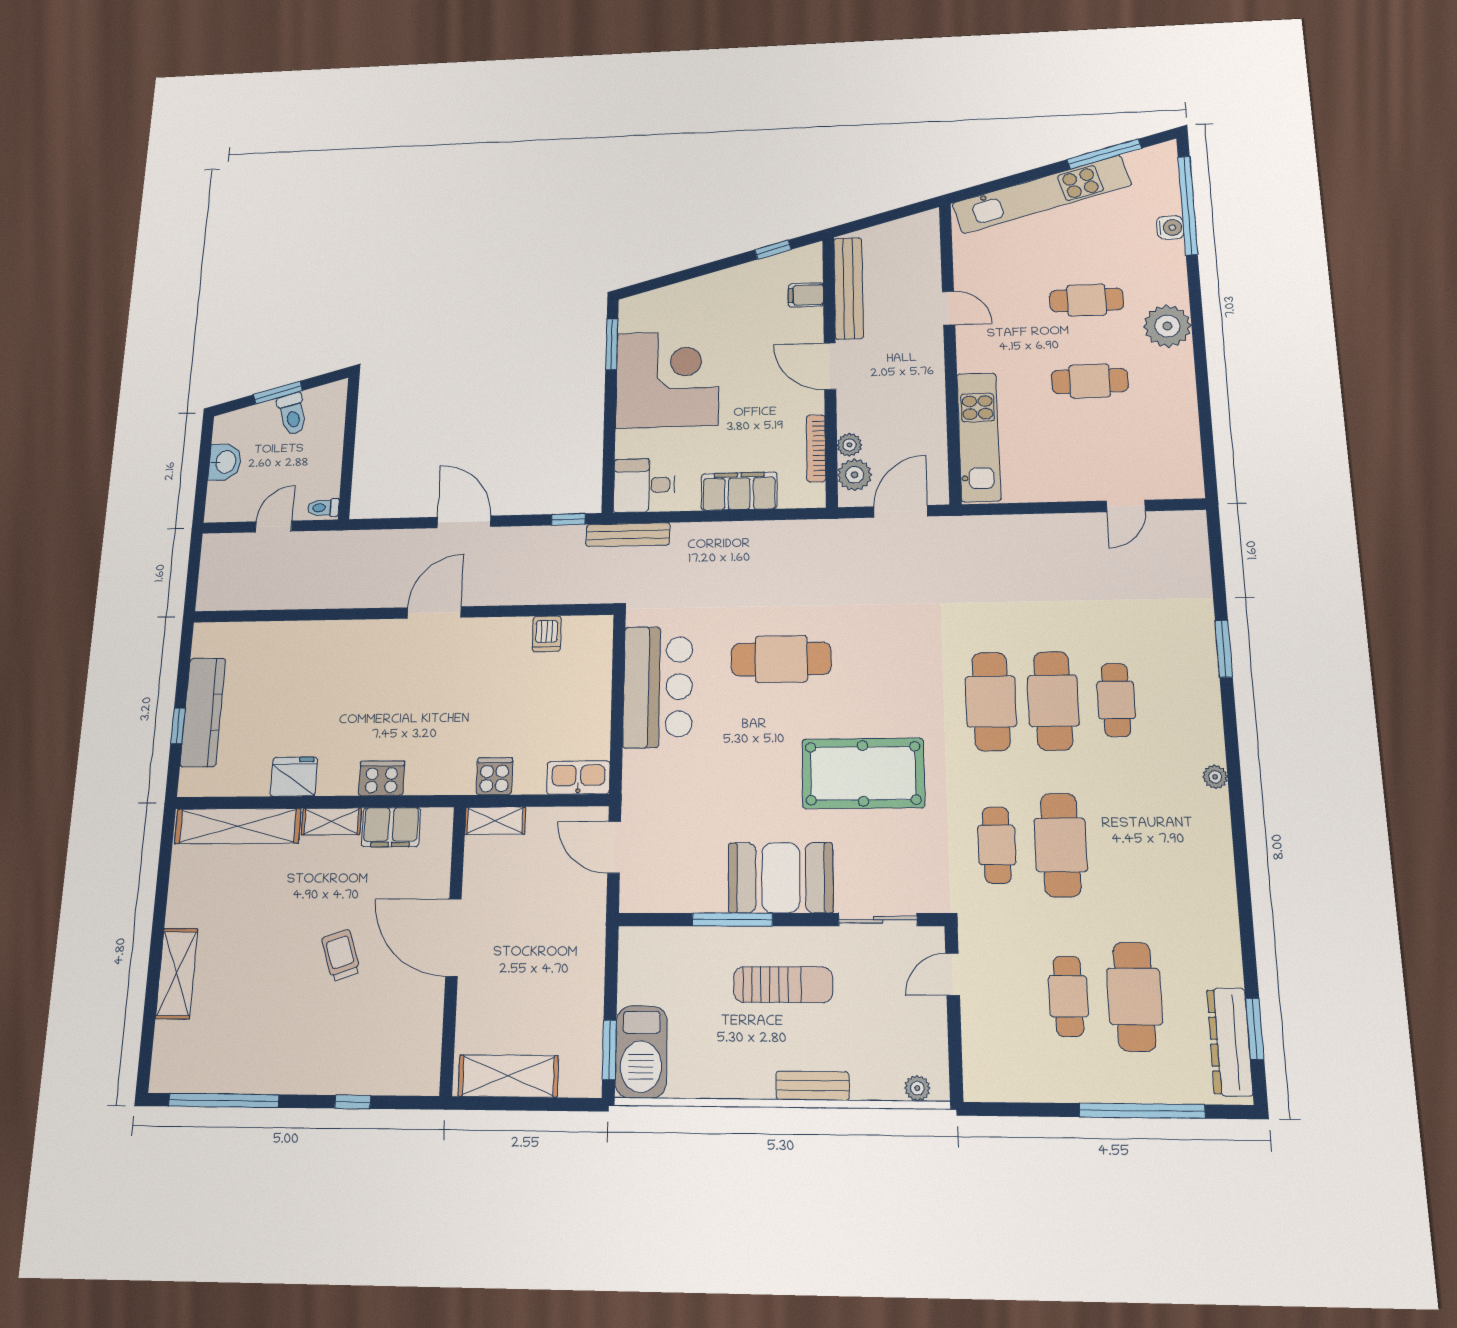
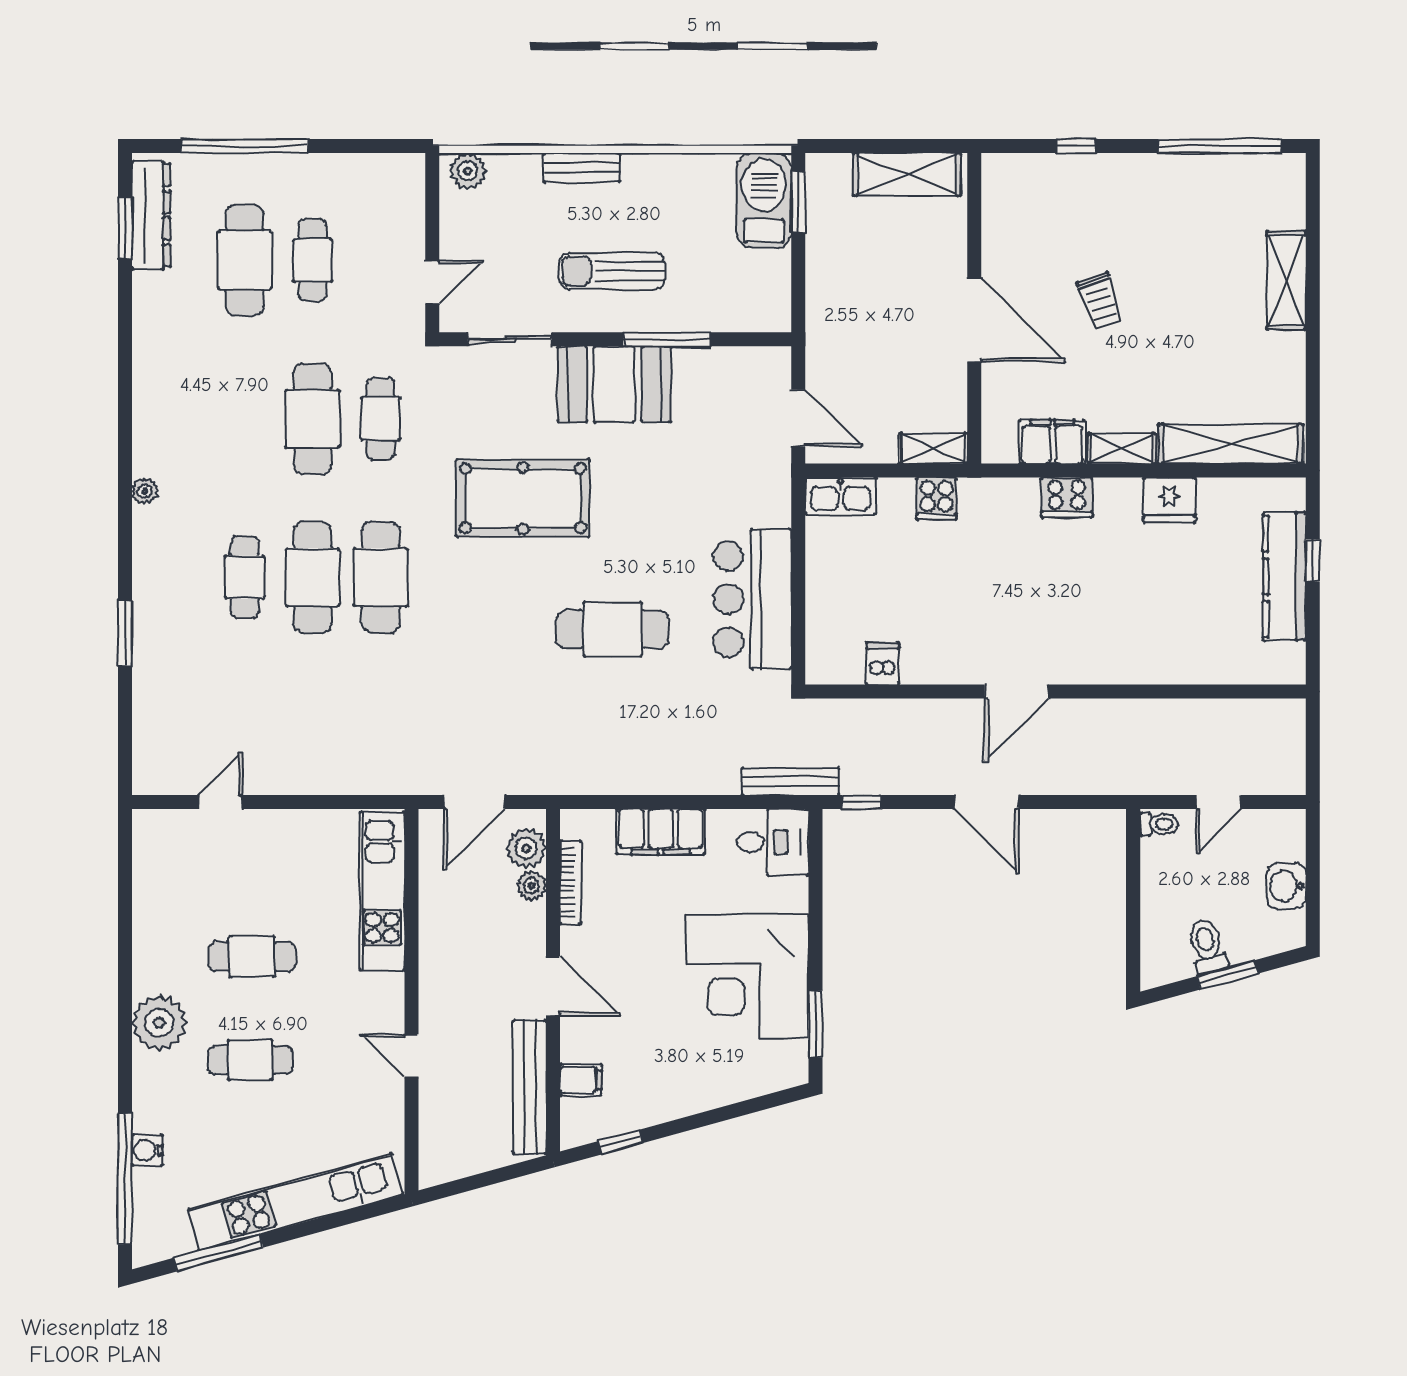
plant: (917, 1088) -> (467, 171), width x1.38, depth x1.38

